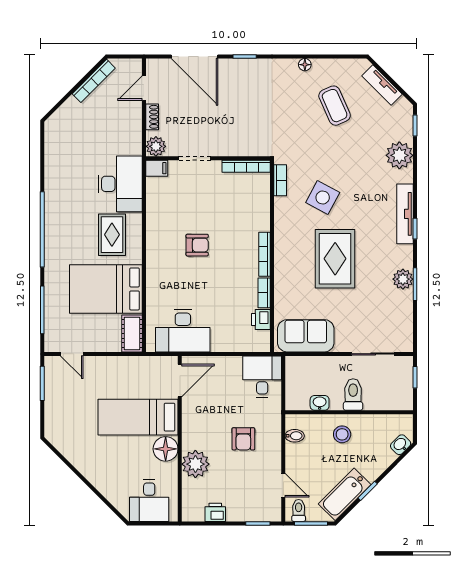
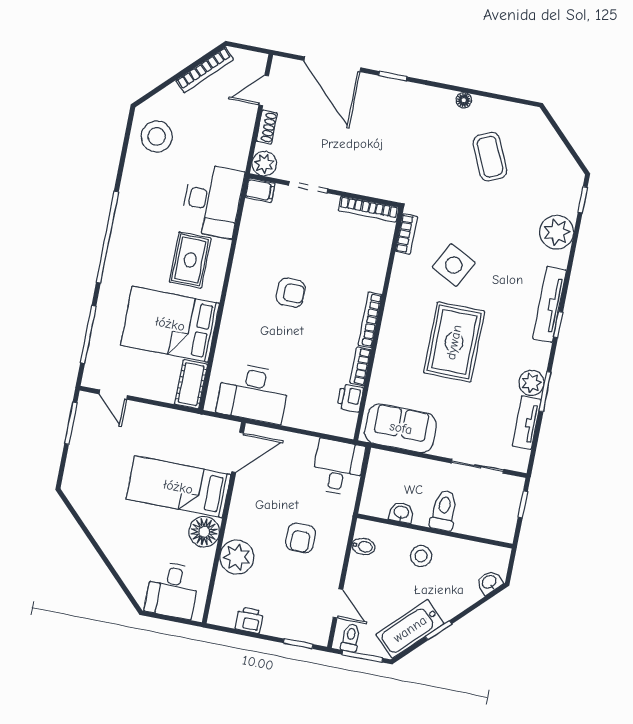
tv unit: (382, 85) -> (527, 423), moved, turned 45
stool: (66, 142) -> (157, 136), added

